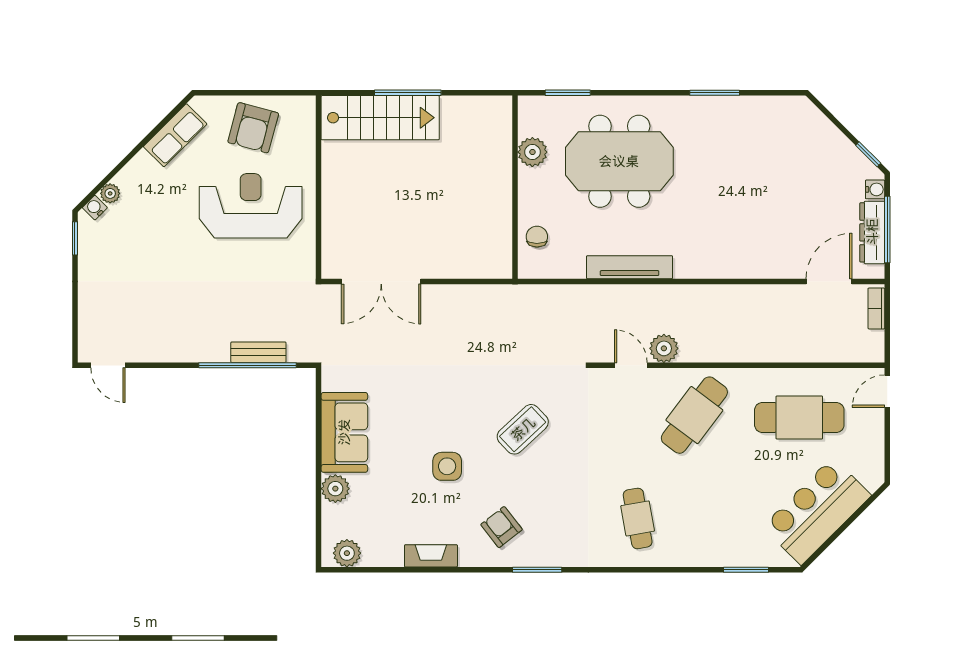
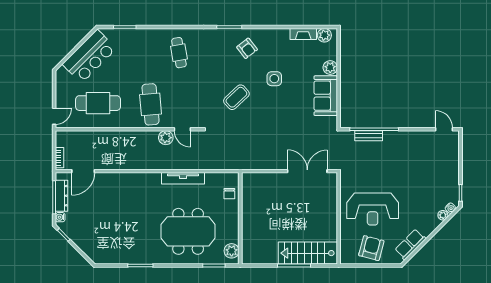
plant: (532, 152) -> (232, 251), moved
cafe table: (694, 415) -> (151, 104), turned -42
fireplace: (431, 556) -> (303, 34), moved

